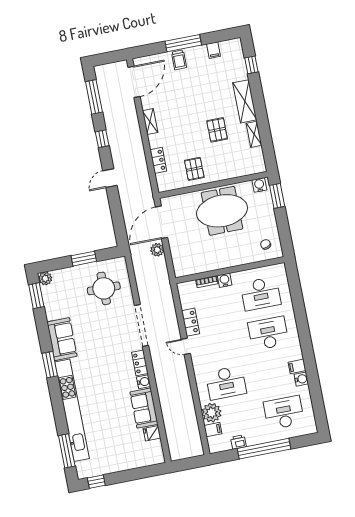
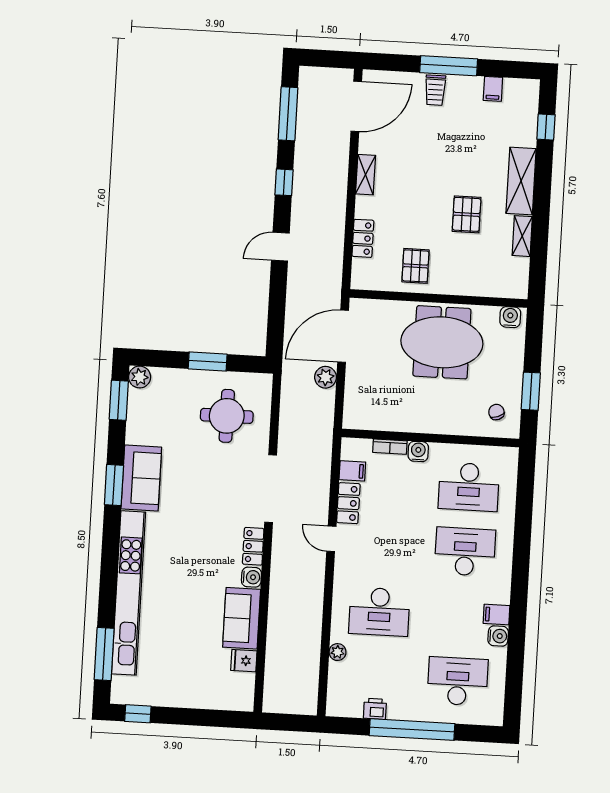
window: (277, 196) -> (531, 391), moved
window: (50, 365) -> (114, 485), moved
plant: (212, 413) -> (338, 652), width x0.53, depth x0.53
filing cabinet: (213, 430) -> (352, 471), moved

